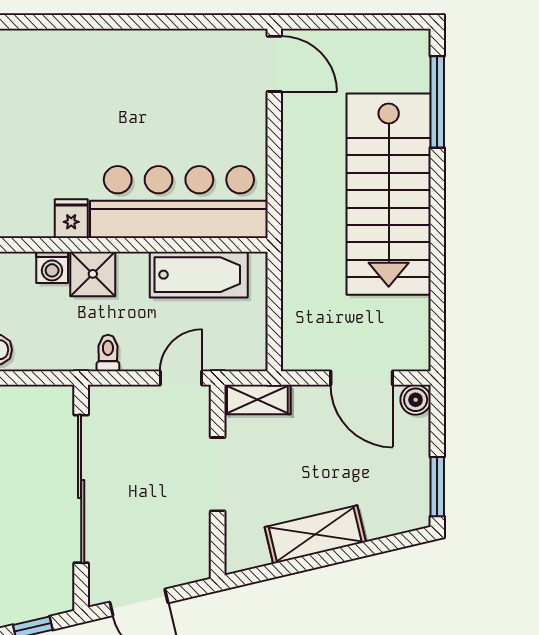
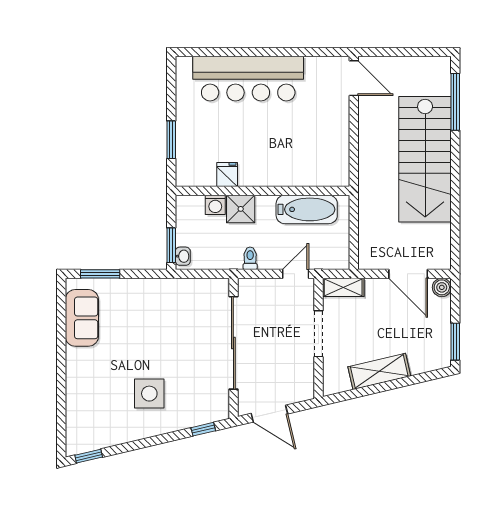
bar counter: (179, 202) -> (248, 79), moved, turned 180

